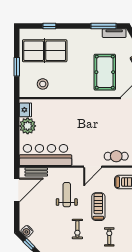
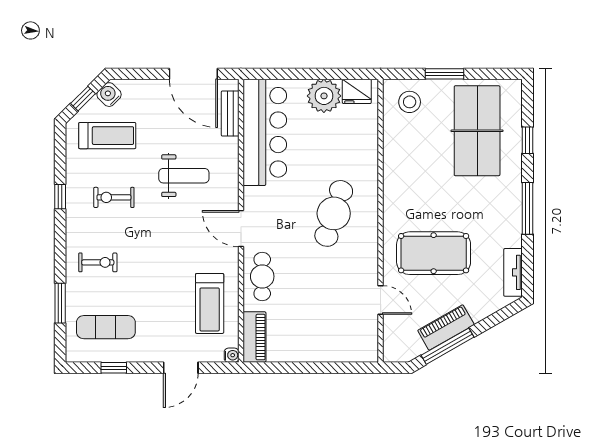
window: (103, 26) -> (527, 208), moved
stool: (43, 84) -> (410, 102), moved
cafe table: (85, 121) -> (334, 213), added
treadmill: (98, 207) -> (107, 136), moved

